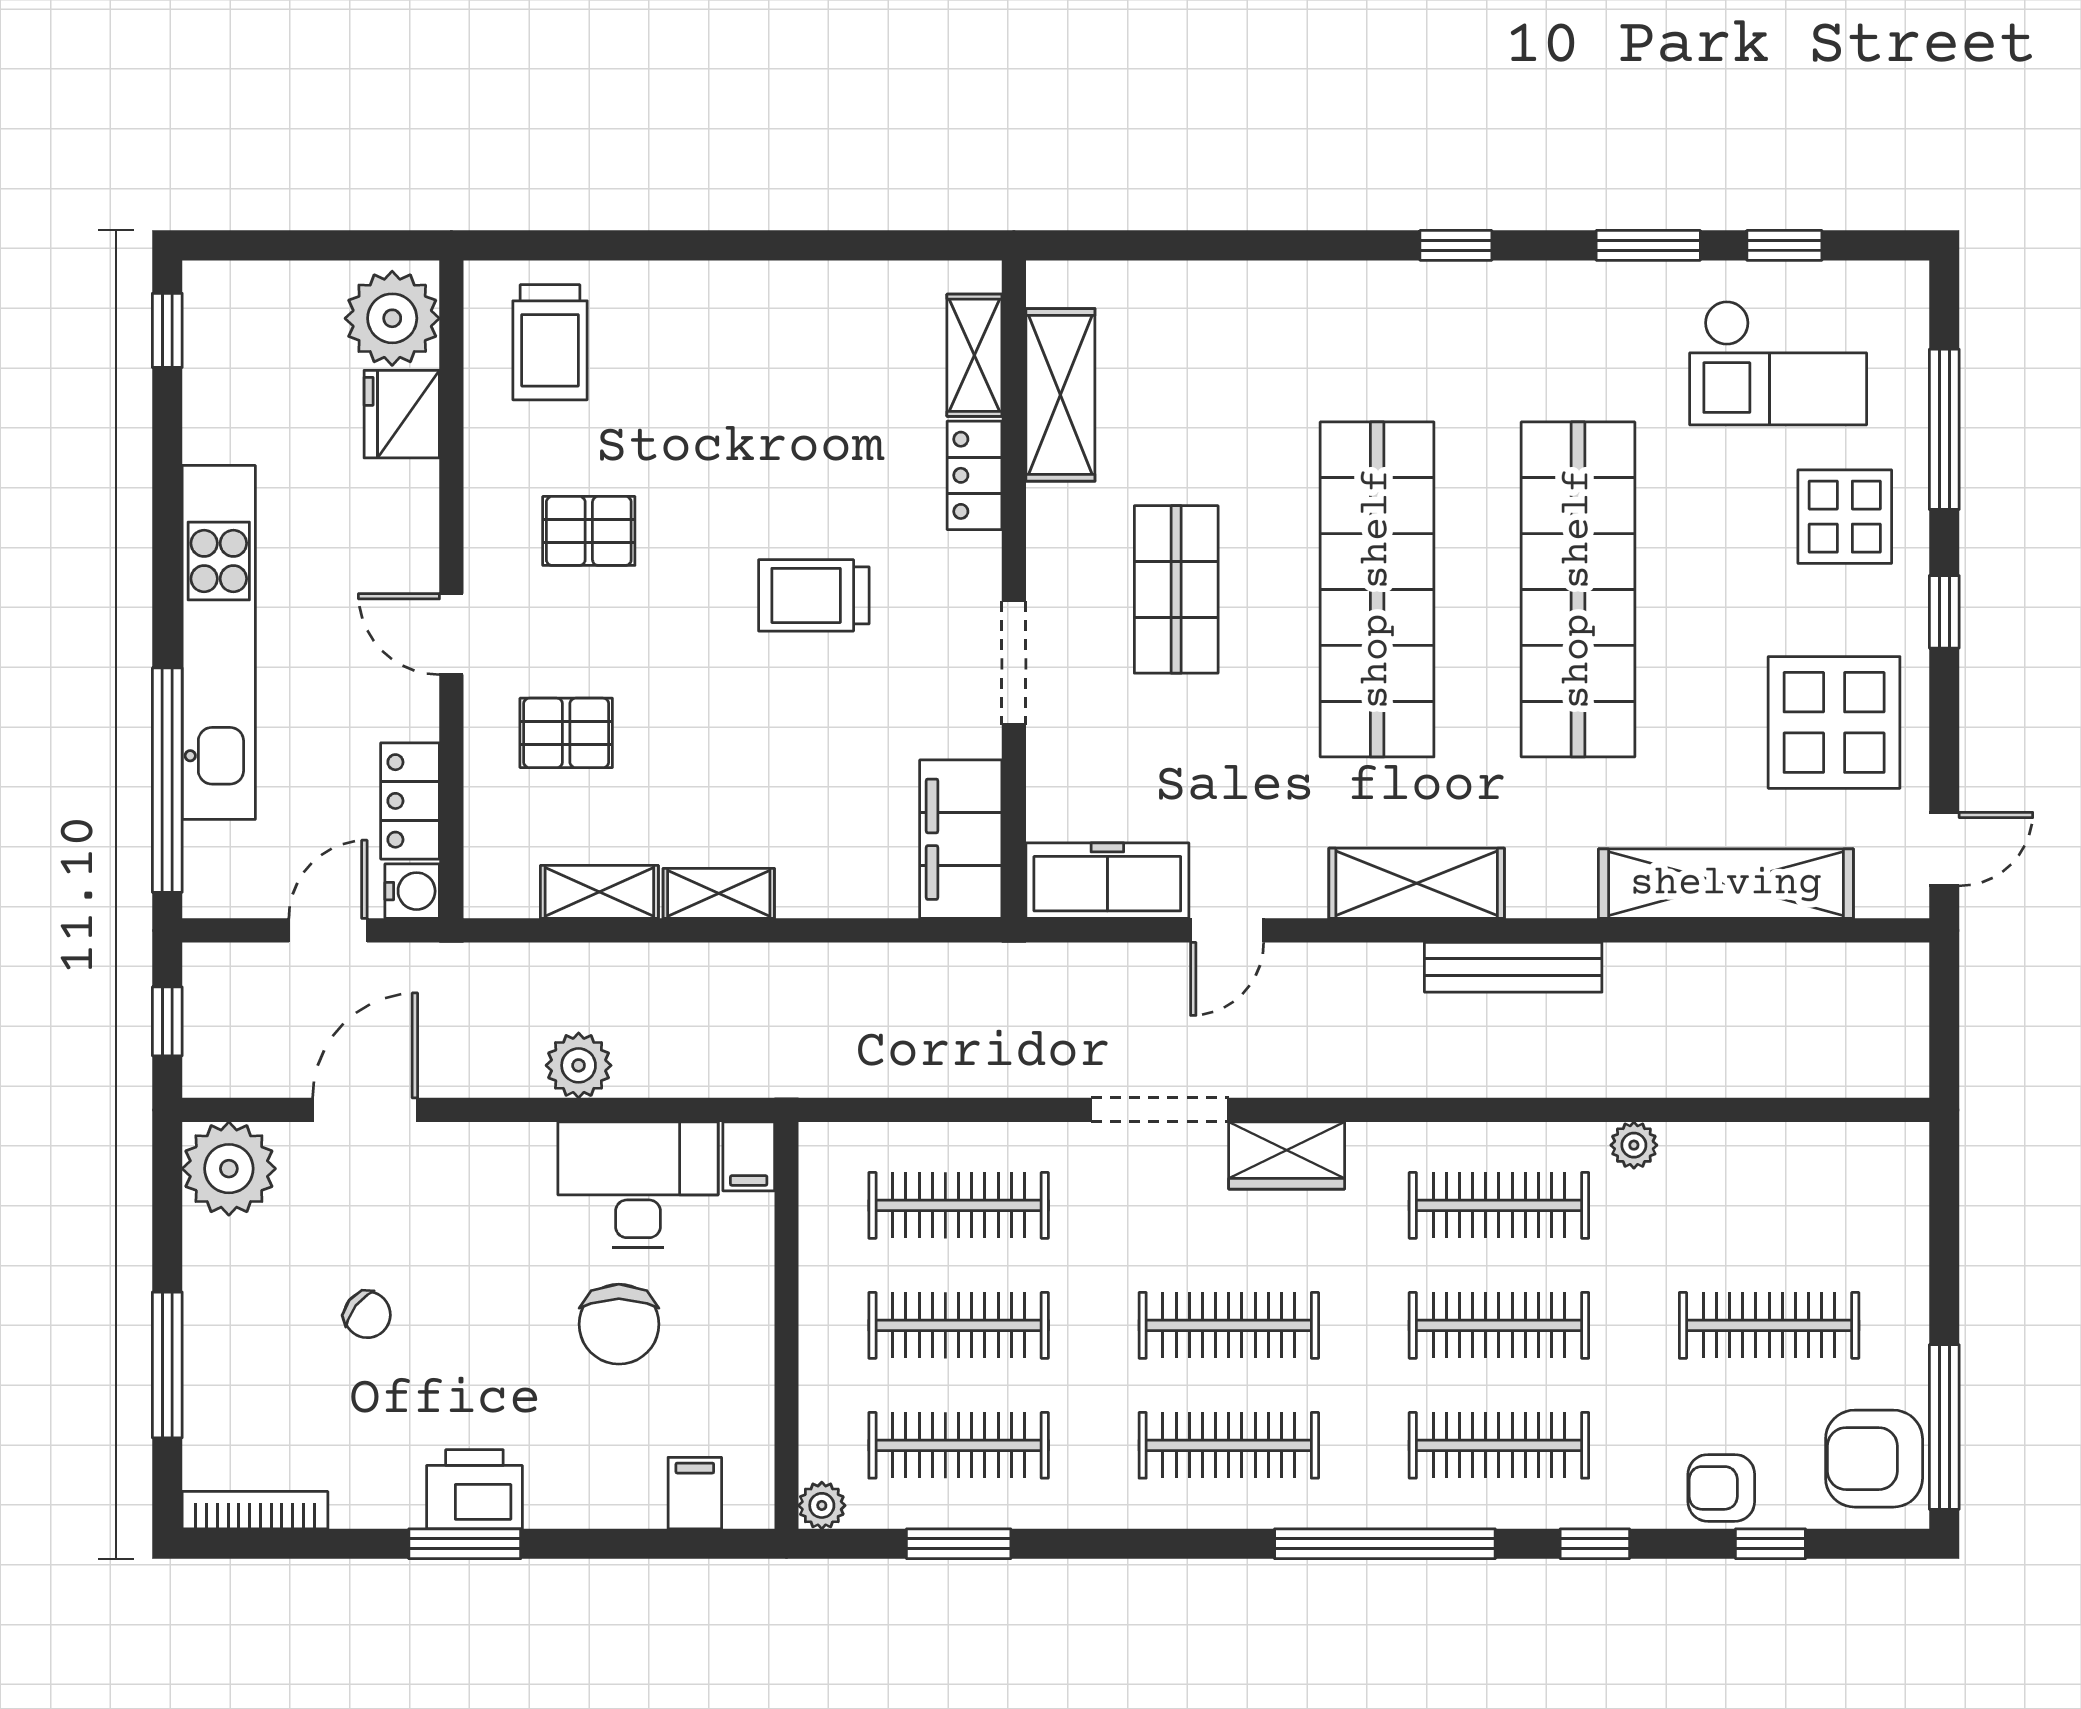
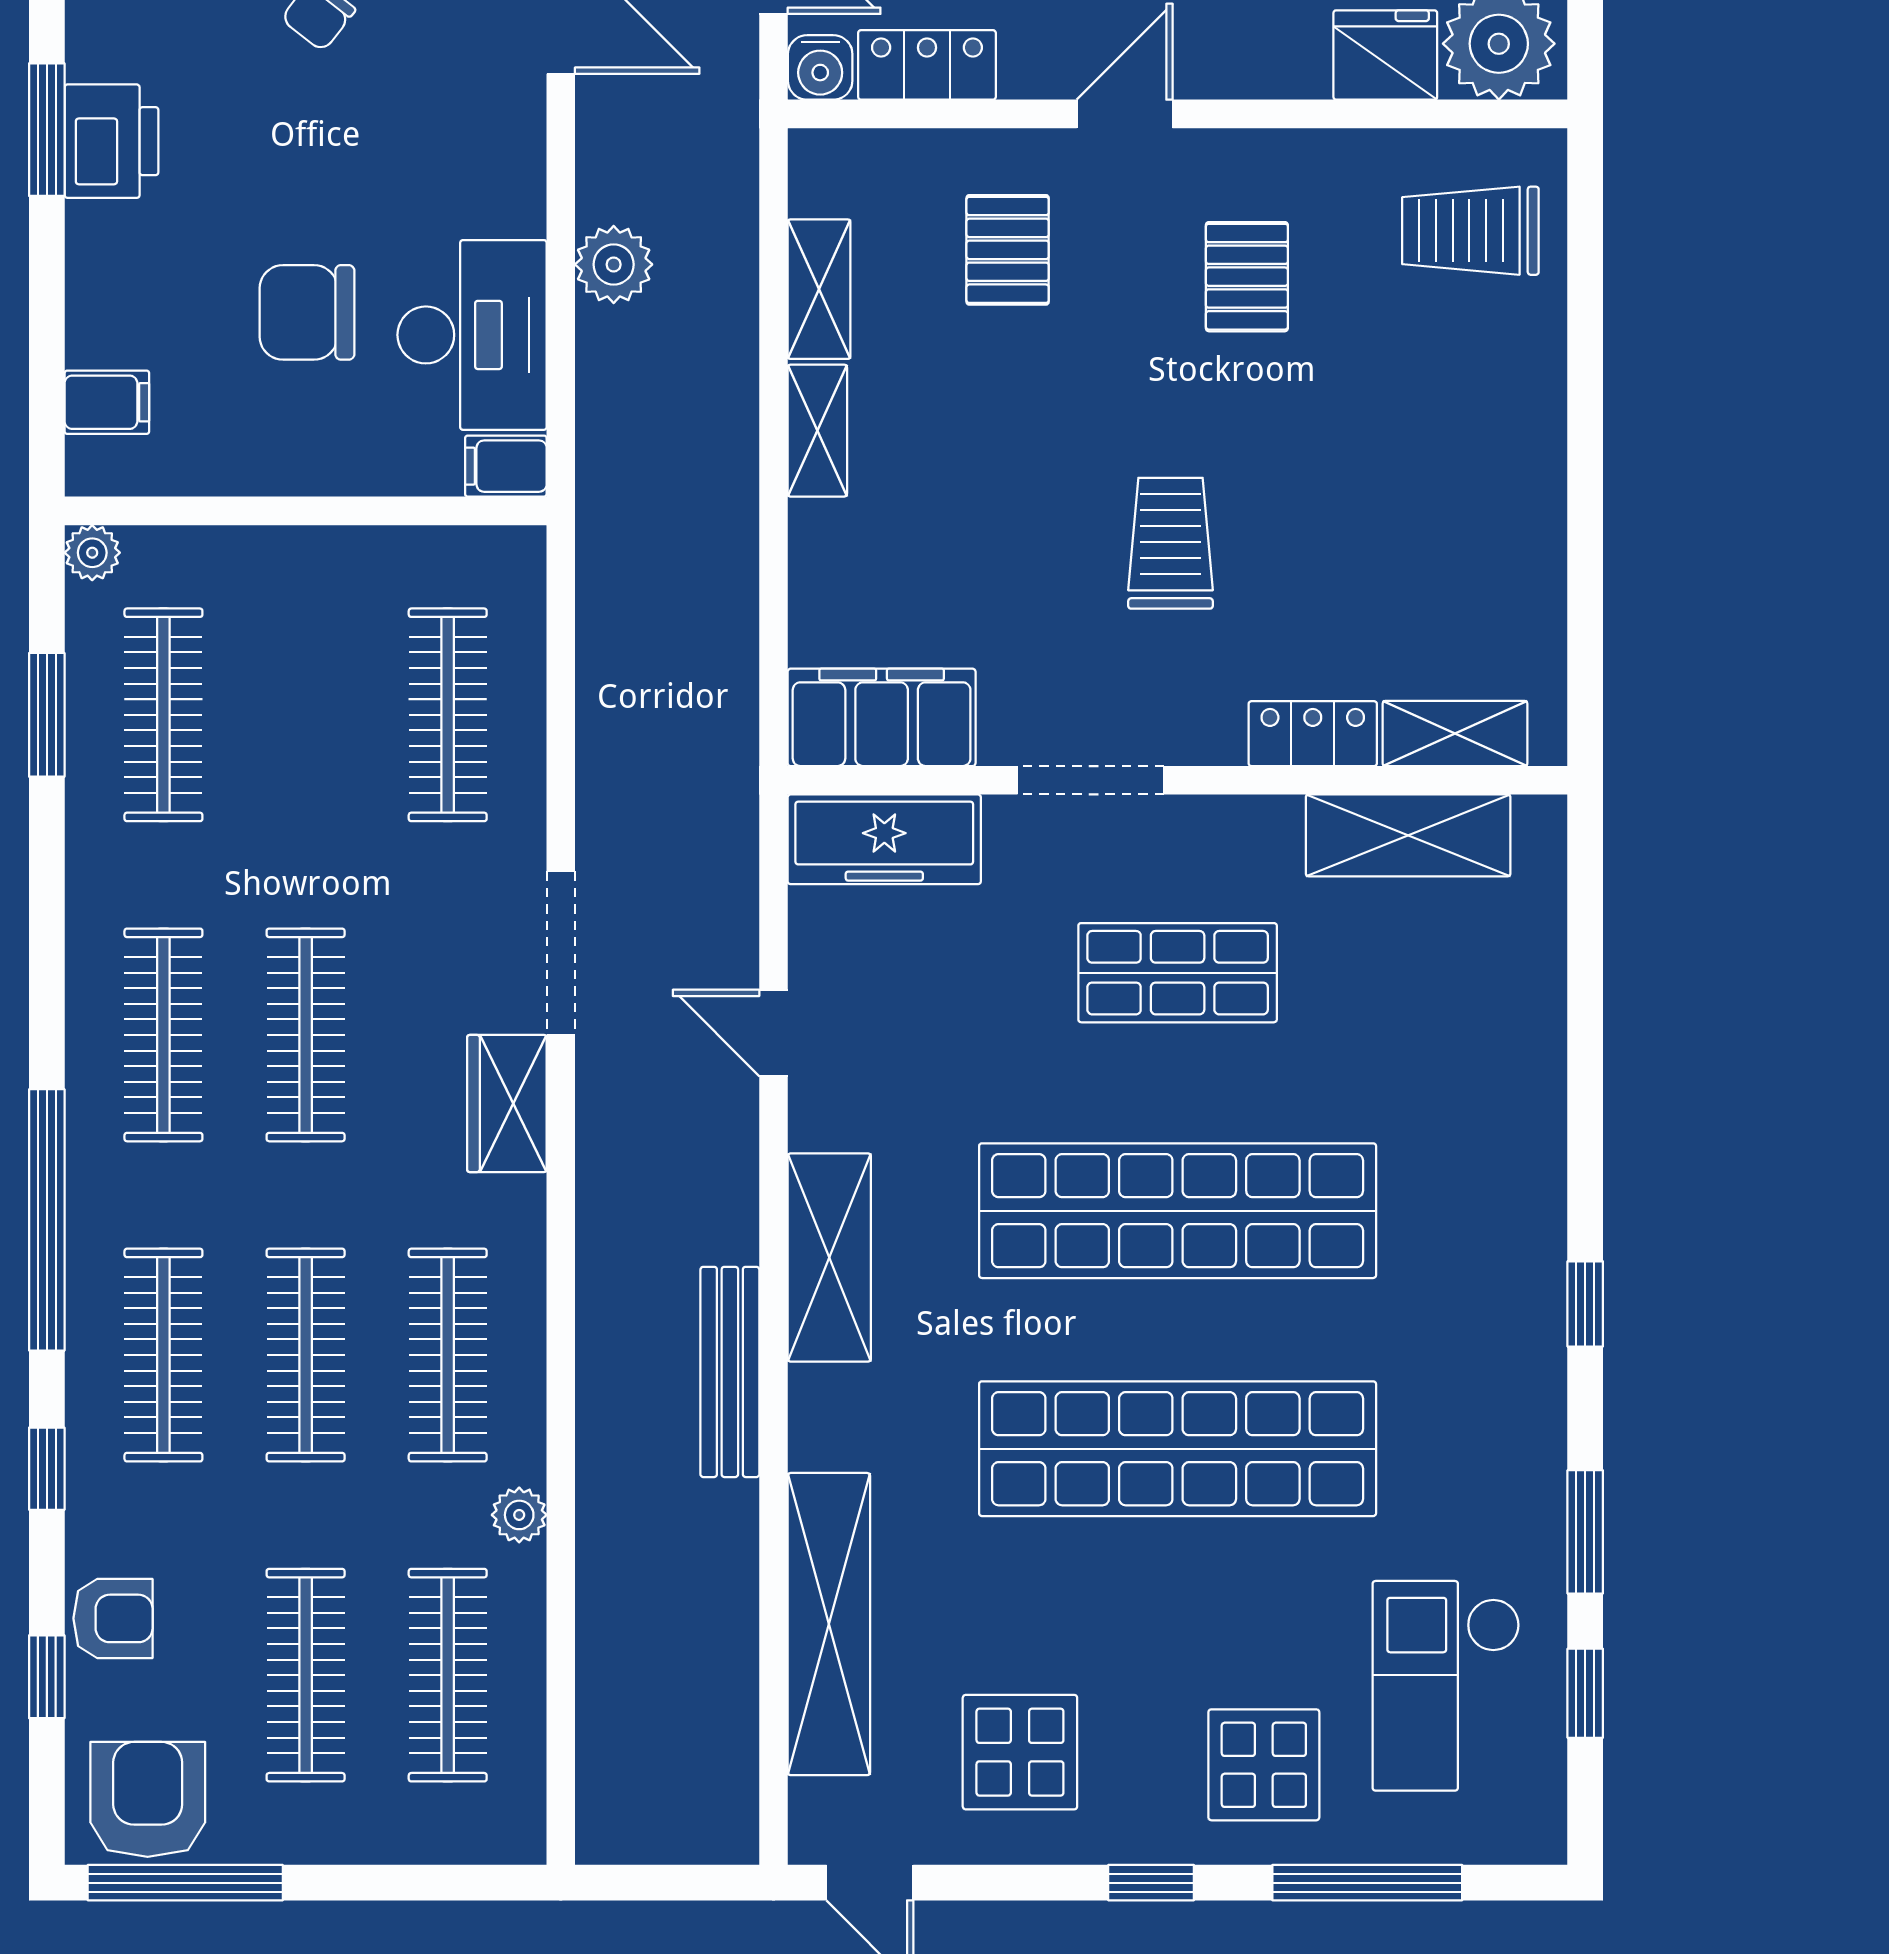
display table: (1834, 722) -> (1020, 1752), width x0.73, depth x0.73
freezer: (1107, 881) -> (884, 839), moved, turned 90
clothes rail: (959, 1325) -> (448, 1675), moved
armchair: (1721, 1488) -> (113, 1618), turned 90

